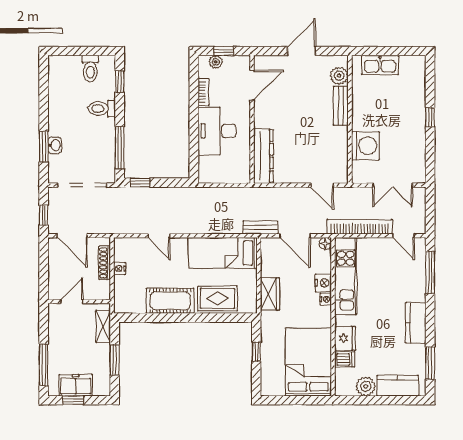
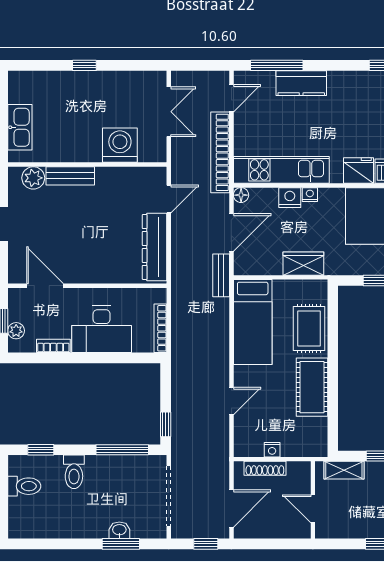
dresser: (264, 156) -> (155, 247), moved, turned -90
bookcase: (218, 178) -> (160, 328), added
kitchen counter: (416, 323) -> (301, 83), moved

